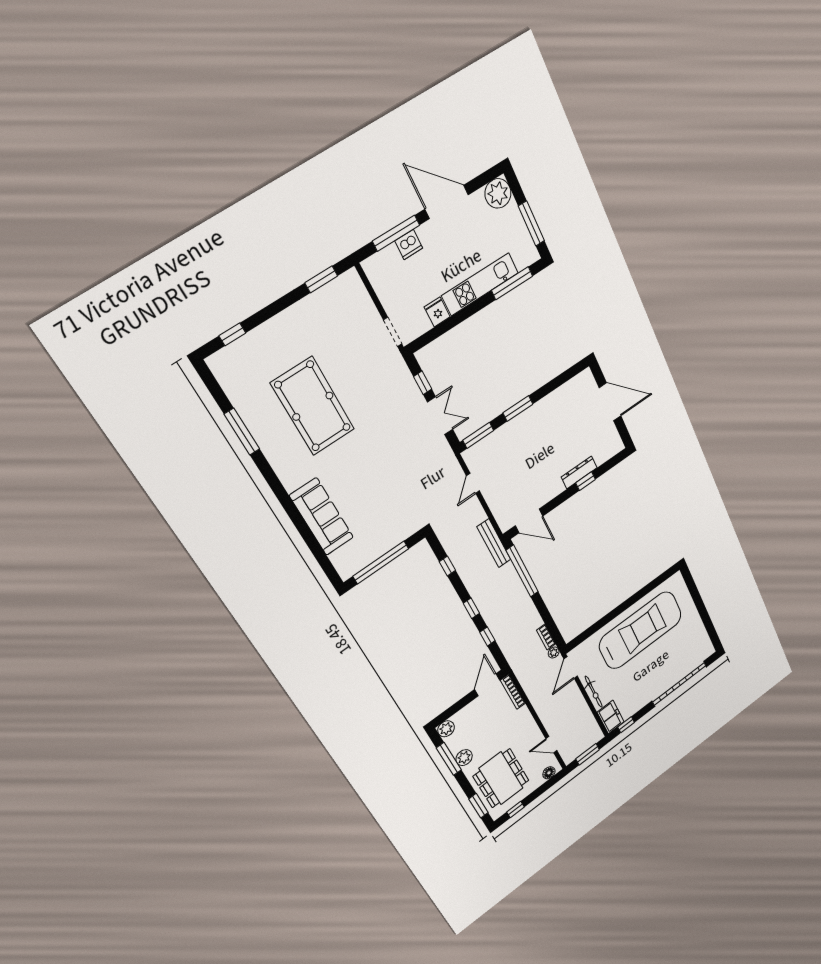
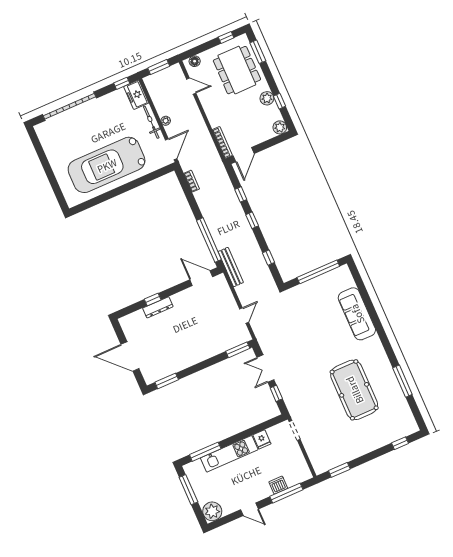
door: (447, 202) -> (250, 509), width x0.53
window: (518, 408) -> (167, 381), moved
plant: (554, 653) -> (166, 121), moved
window: (449, 759) -> (279, 101), width x0.46

